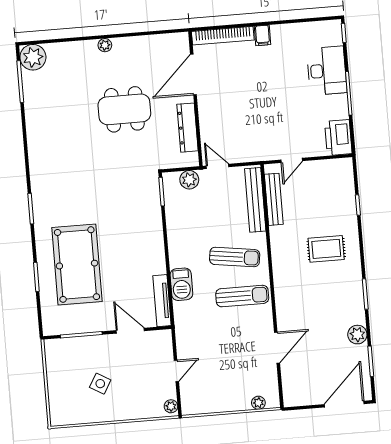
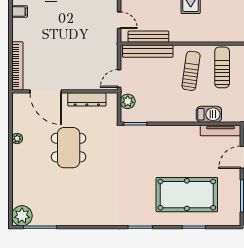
filing cabinet: (263, 35) -> (20, 12), moved
plant: (105, 45) -> (17, 138), moved

